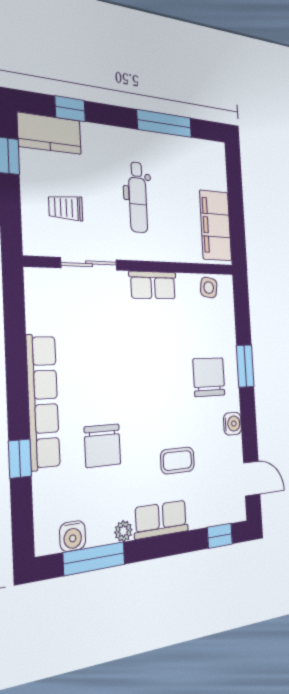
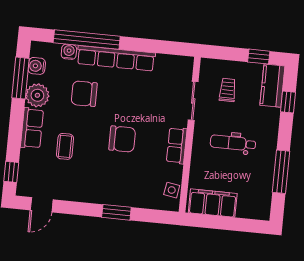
chair: (209, 377) -> (122, 139), moved
water cooler: (232, 424) -> (69, 52), moved, turned 180
window: (20, 459) -> (87, 39), width x3.17
plant: (123, 531) -> (37, 95), width x1.88, depth x1.88

